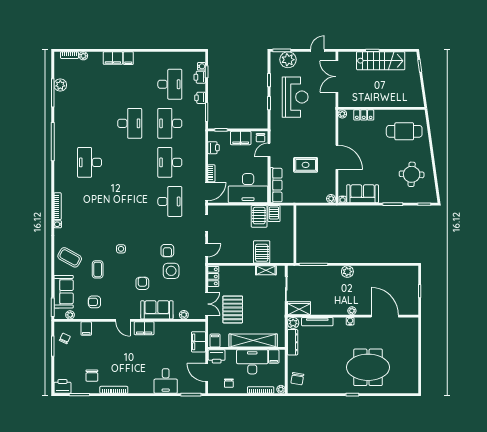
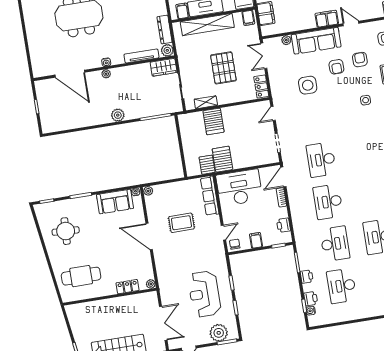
filing cabinet: (241, 138) -> (256, 240), width x0.50
desk: (170, 162) -> (328, 202), turned 180
armchair: (167, 251) -> (360, 60), moved
pallet: (233, 309) -> (223, 68), moved
sofa: (157, 310) -> (316, 41), width x1.36

